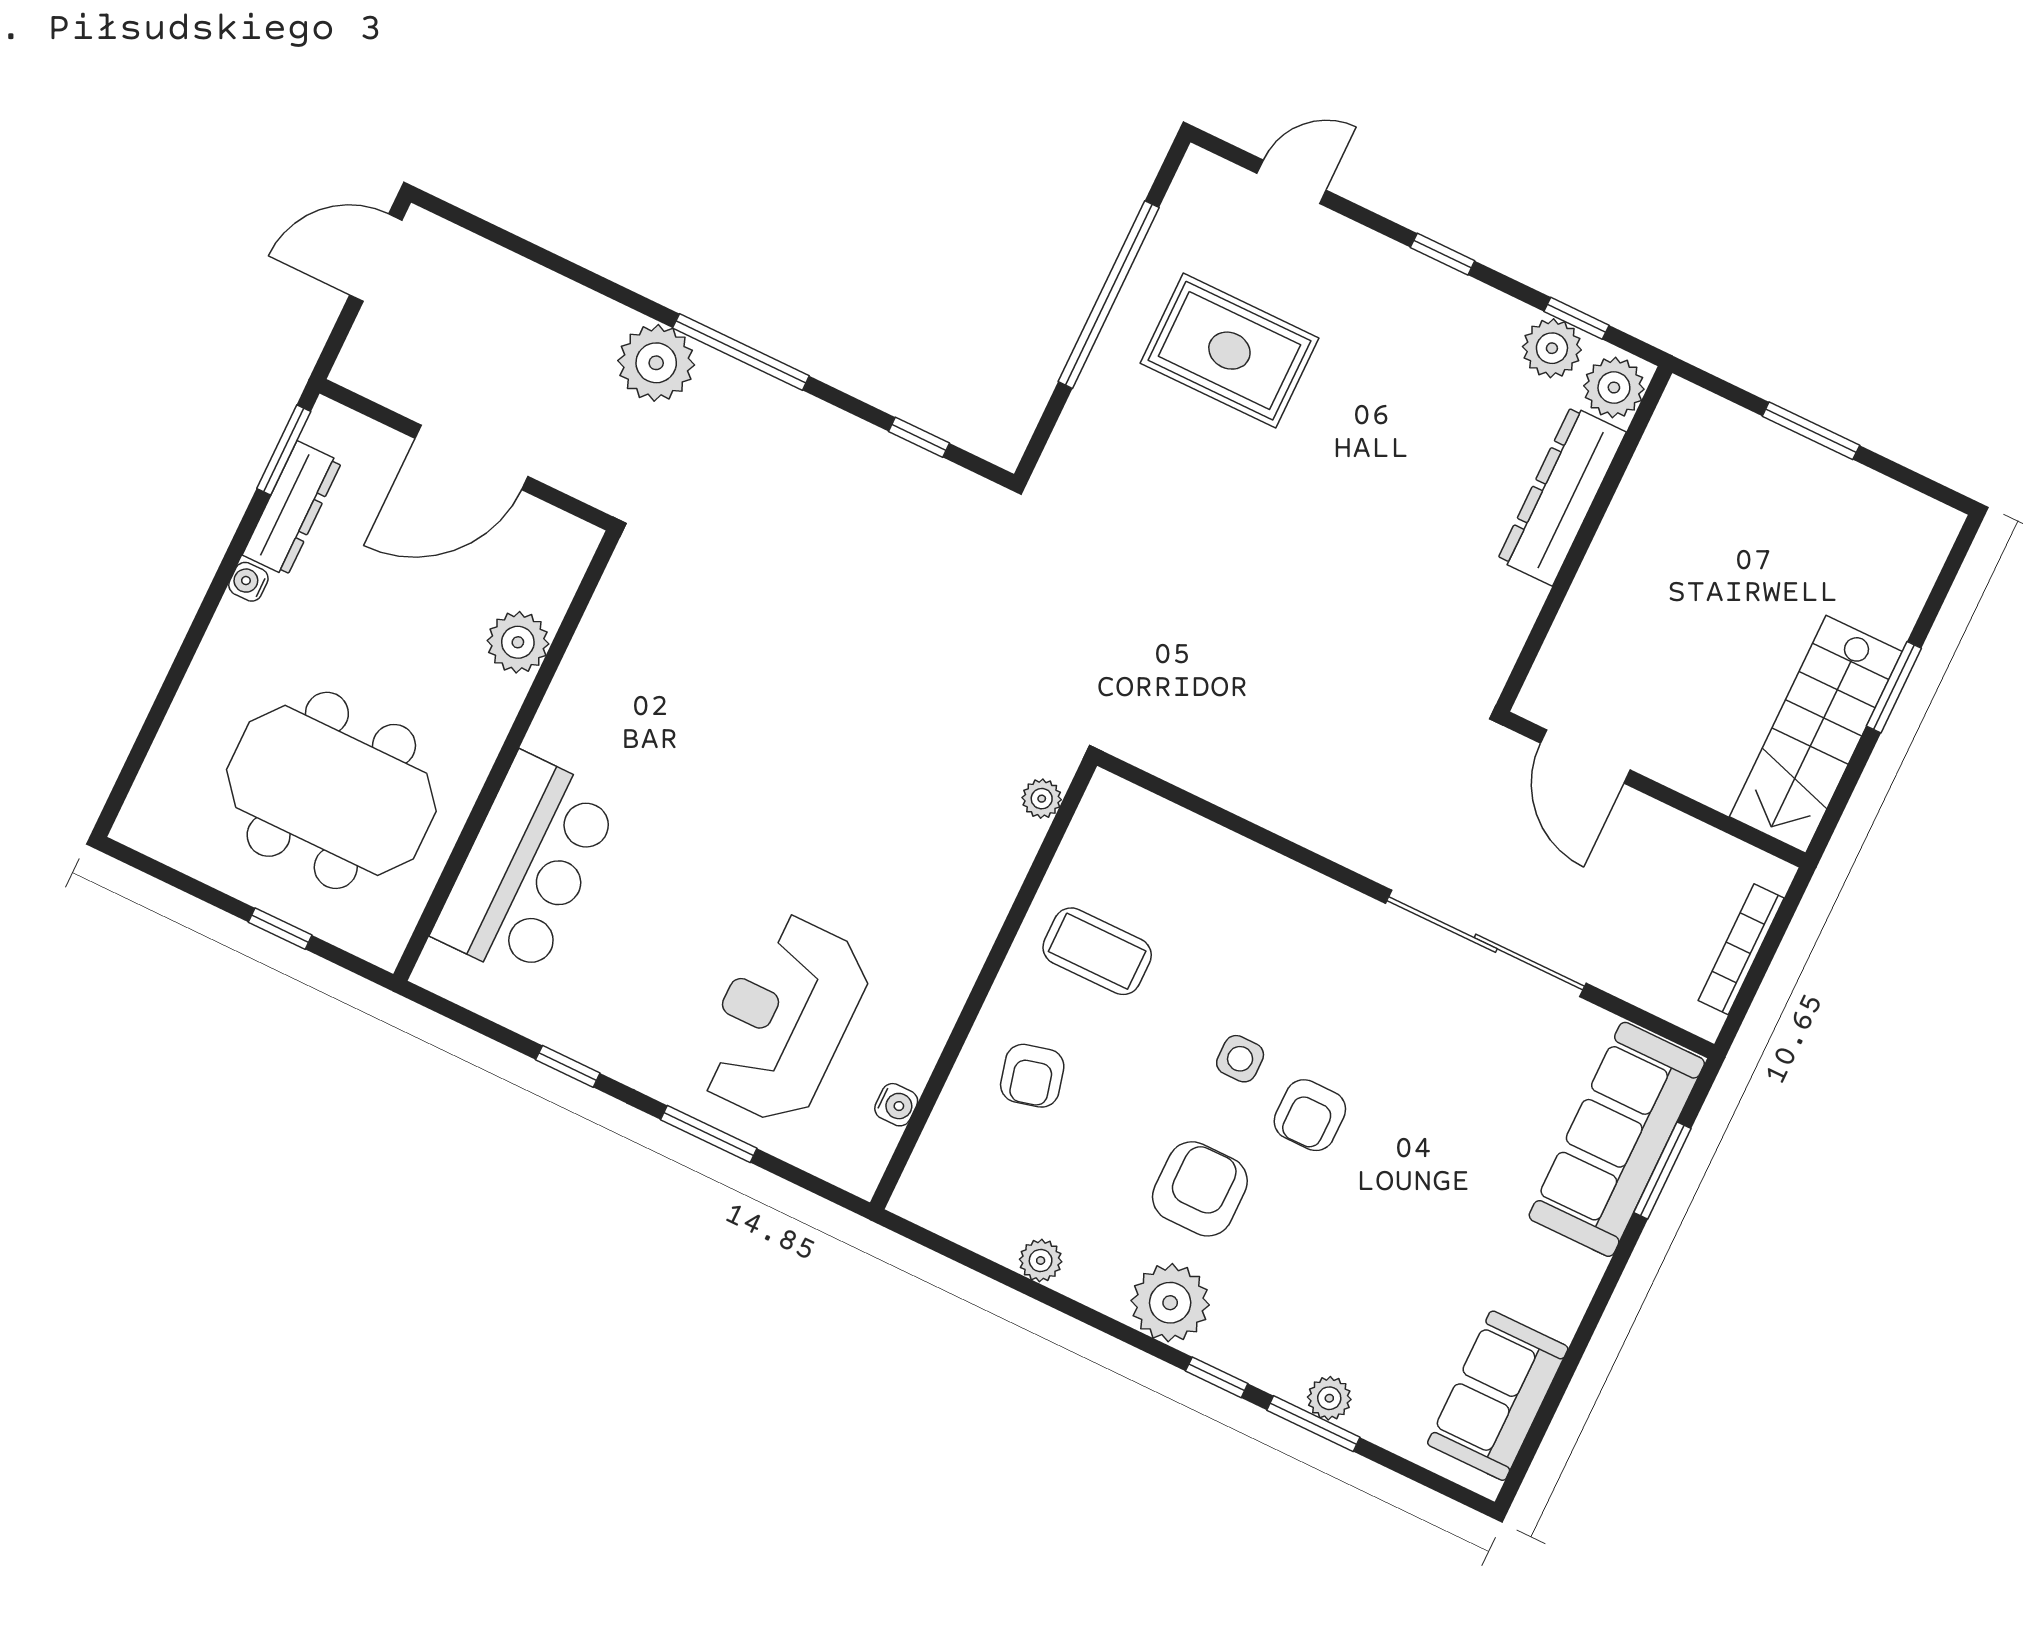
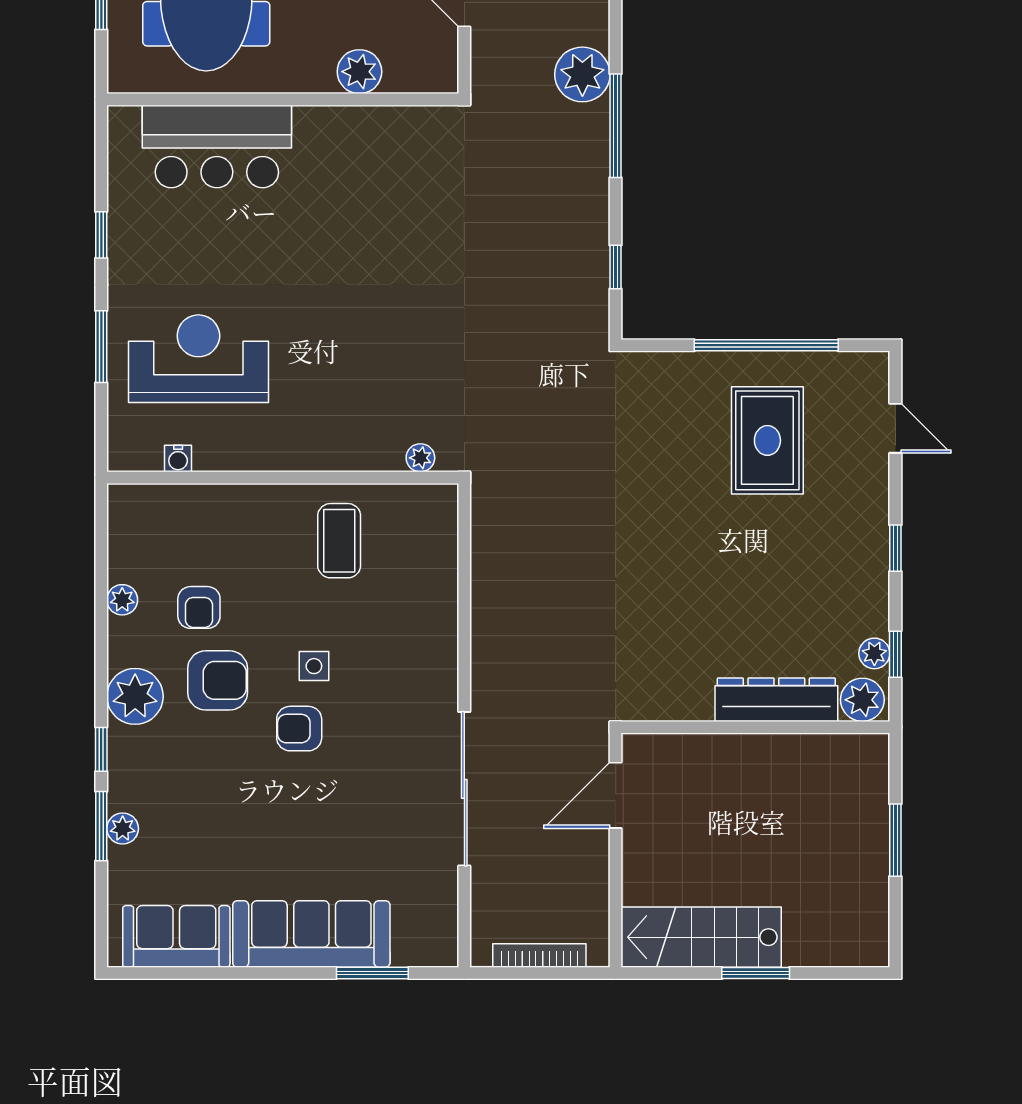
plant: (1552, 348) -> (874, 653), width x0.73, depth x0.73
armchair: (1032, 1076) -> (199, 607), moved, turned -76
sofa: (1617, 1139) -> (311, 934), moved

